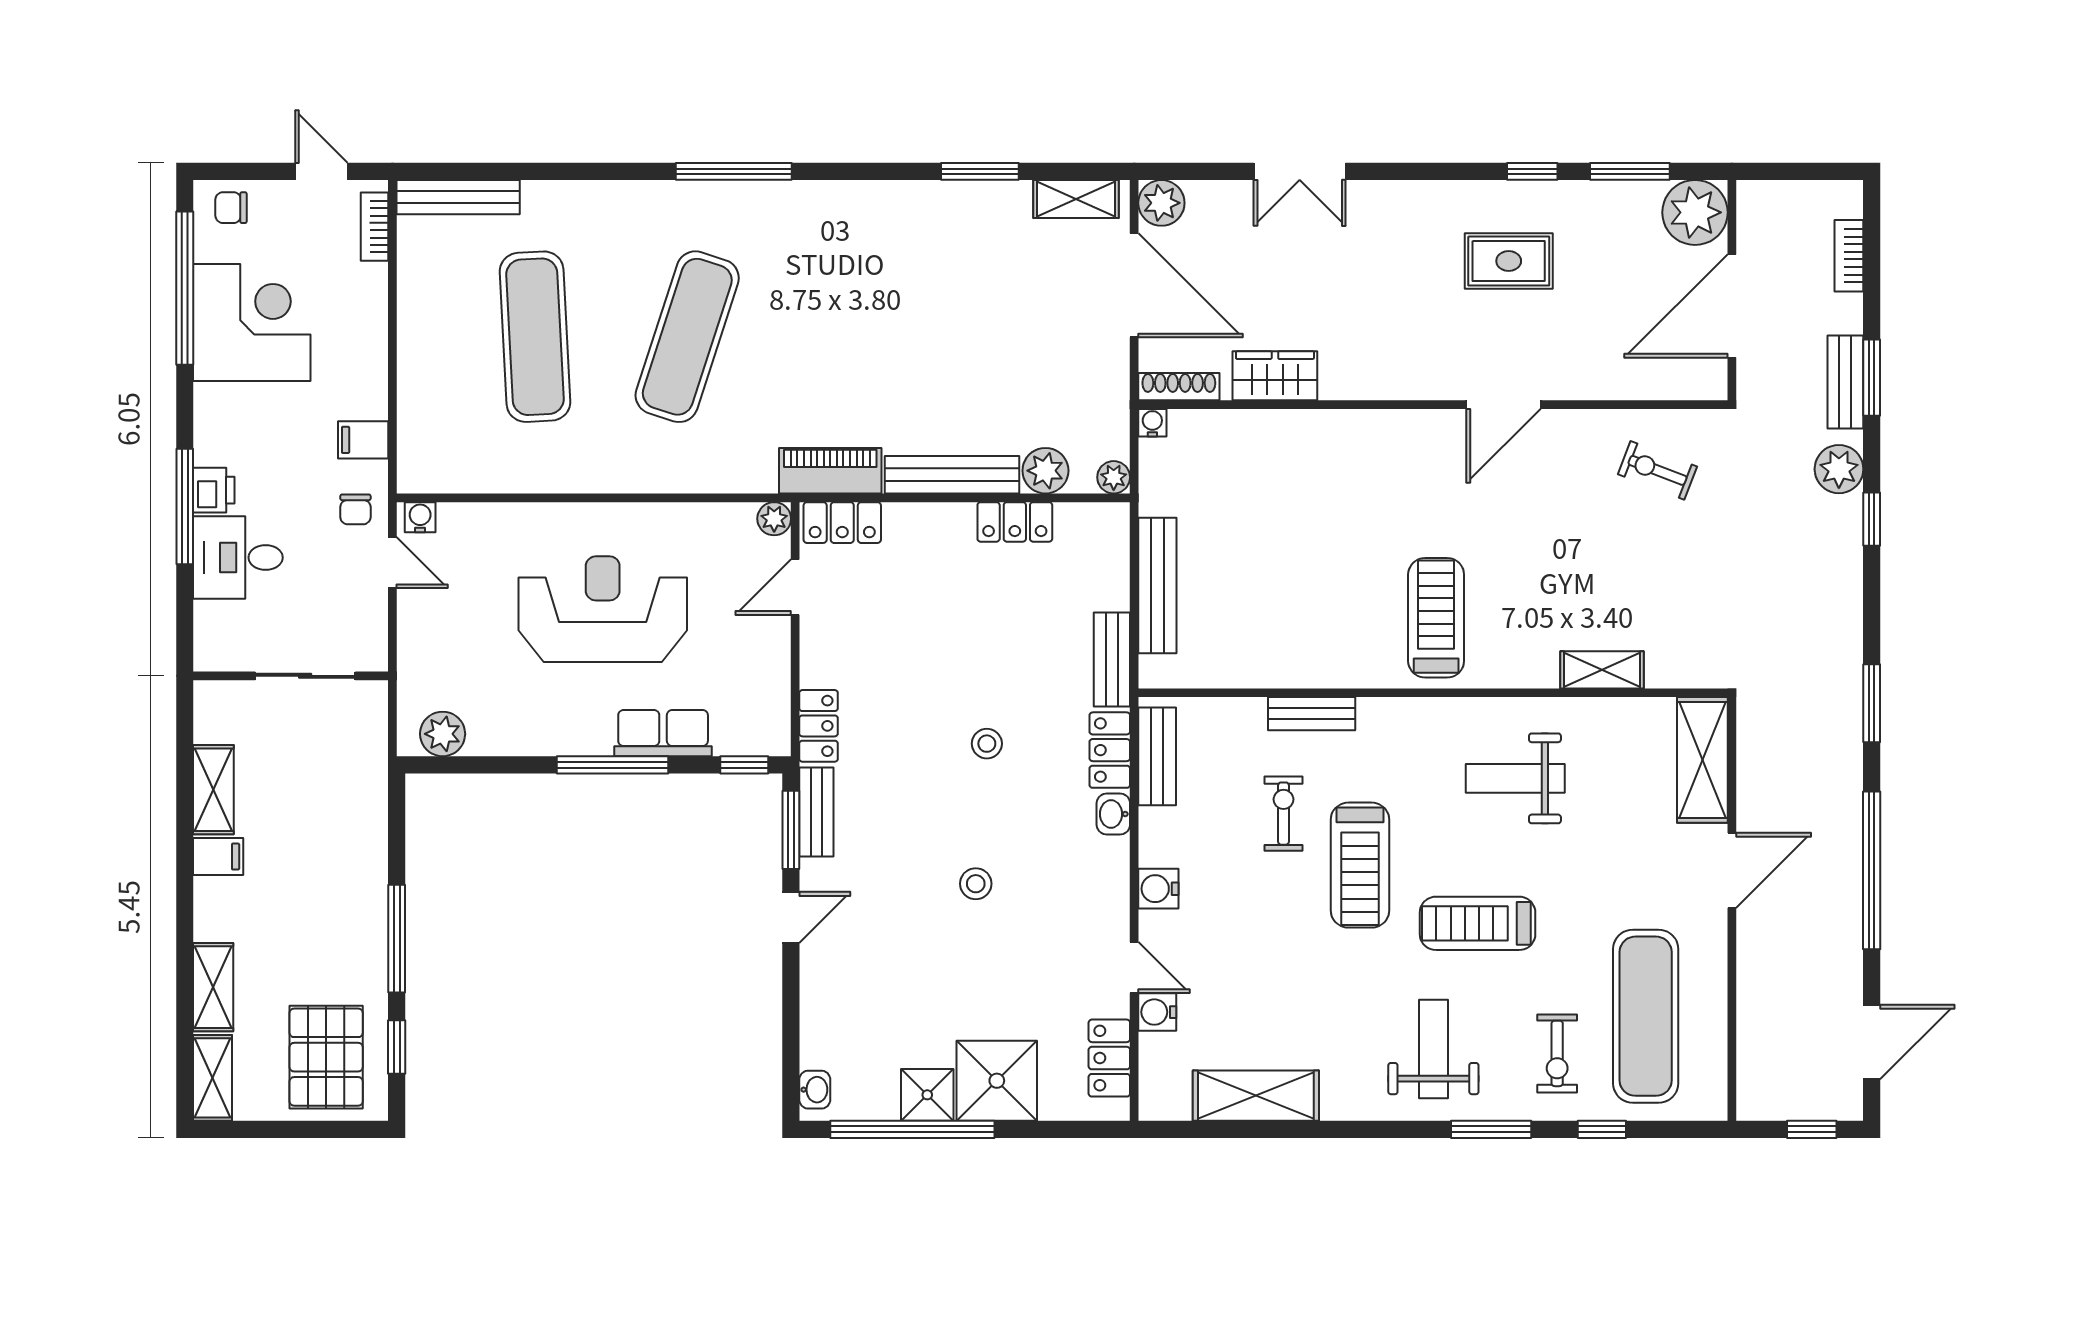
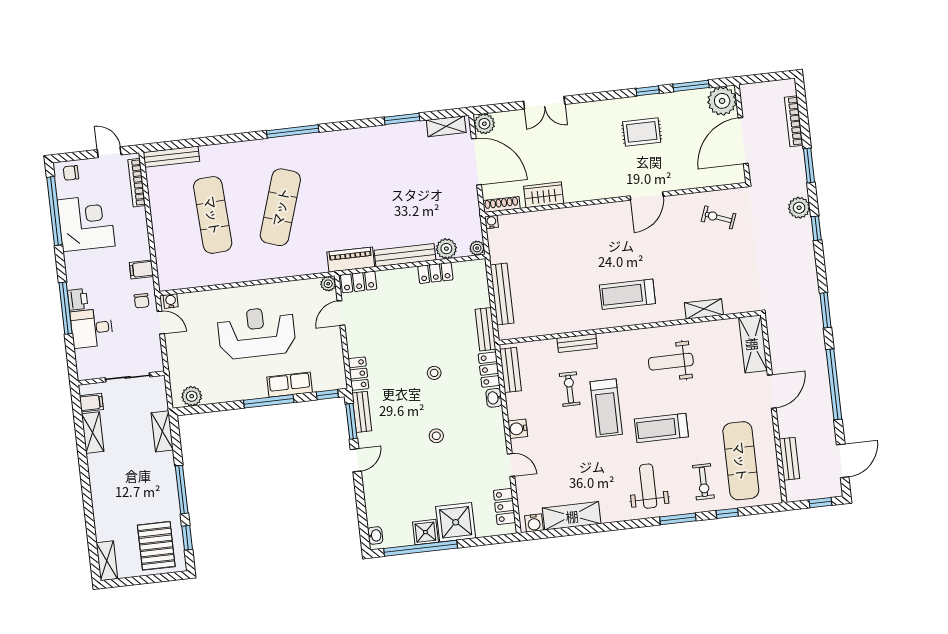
bookcase: (375, 227) -> (137, 183), width x1.56
bookcase: (1849, 256) -> (794, 121), width x1.56
bench: (1845, 382) -> (789, 459), moved
treadmill: (1436, 618) -> (627, 294), turned -90
filing cabinet: (218, 857) -> (91, 403), moved
shelving: (213, 987) -> (162, 431), moved
water cooler: (1157, 1012) -> (534, 523), moved, turned -90

